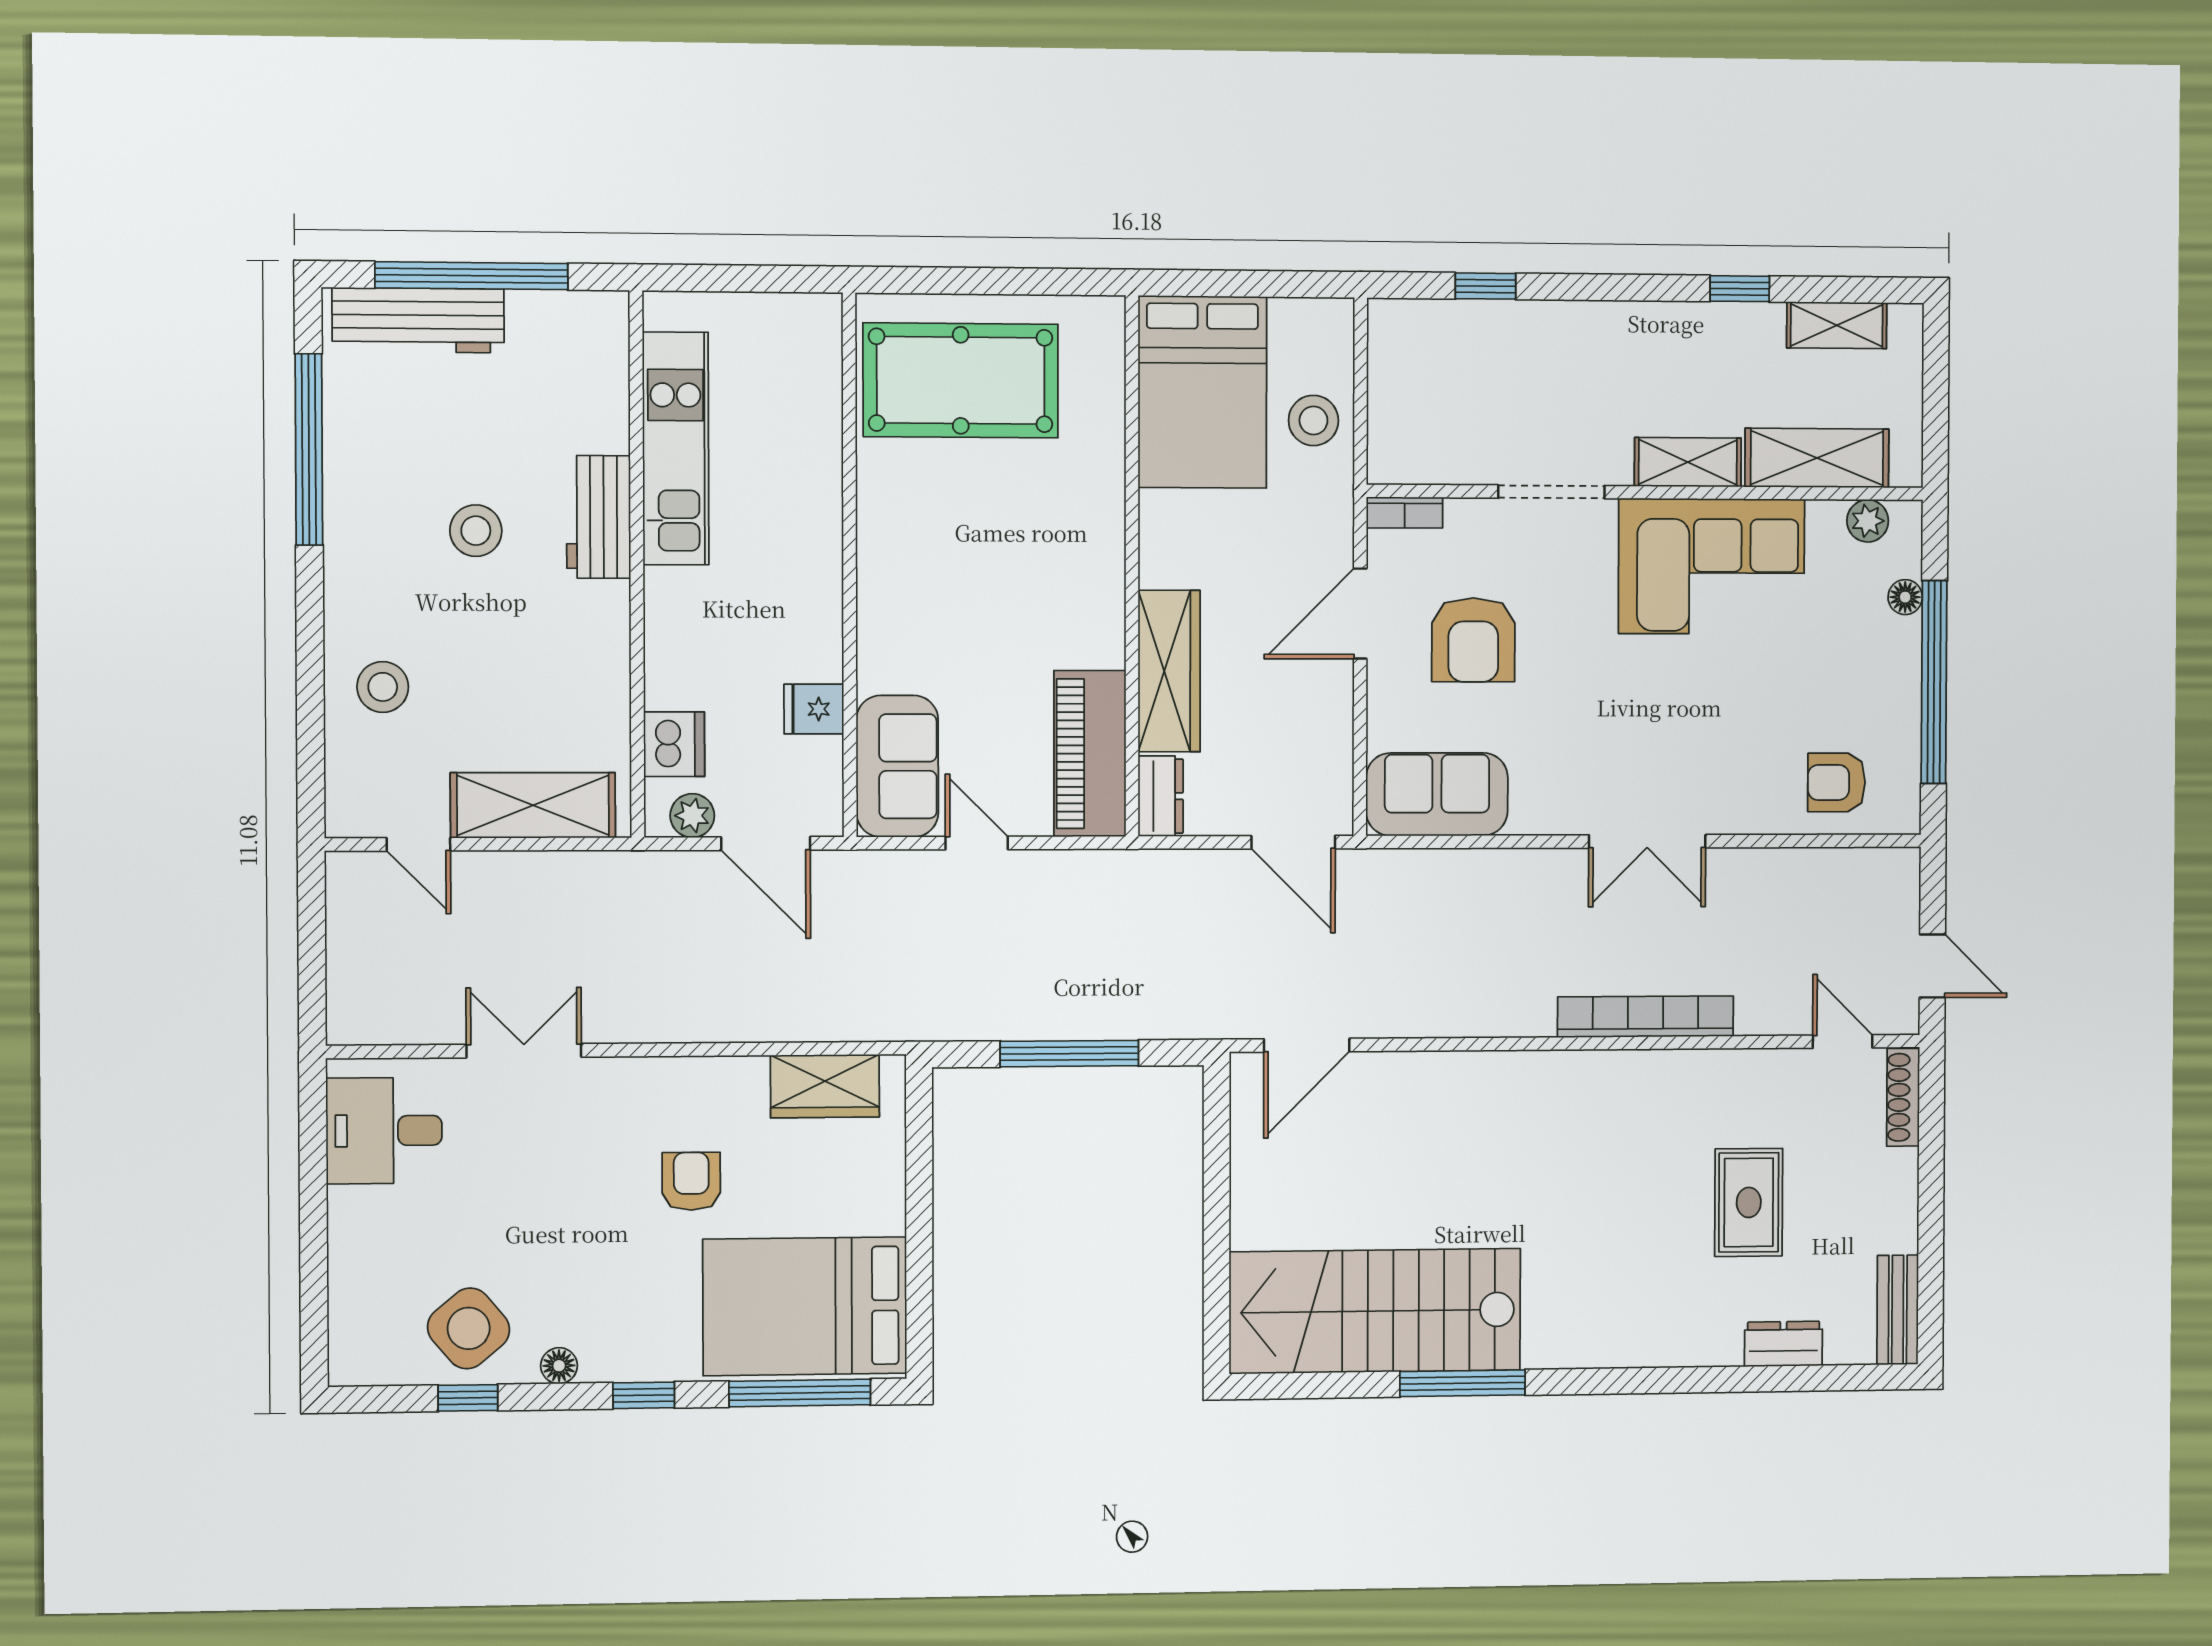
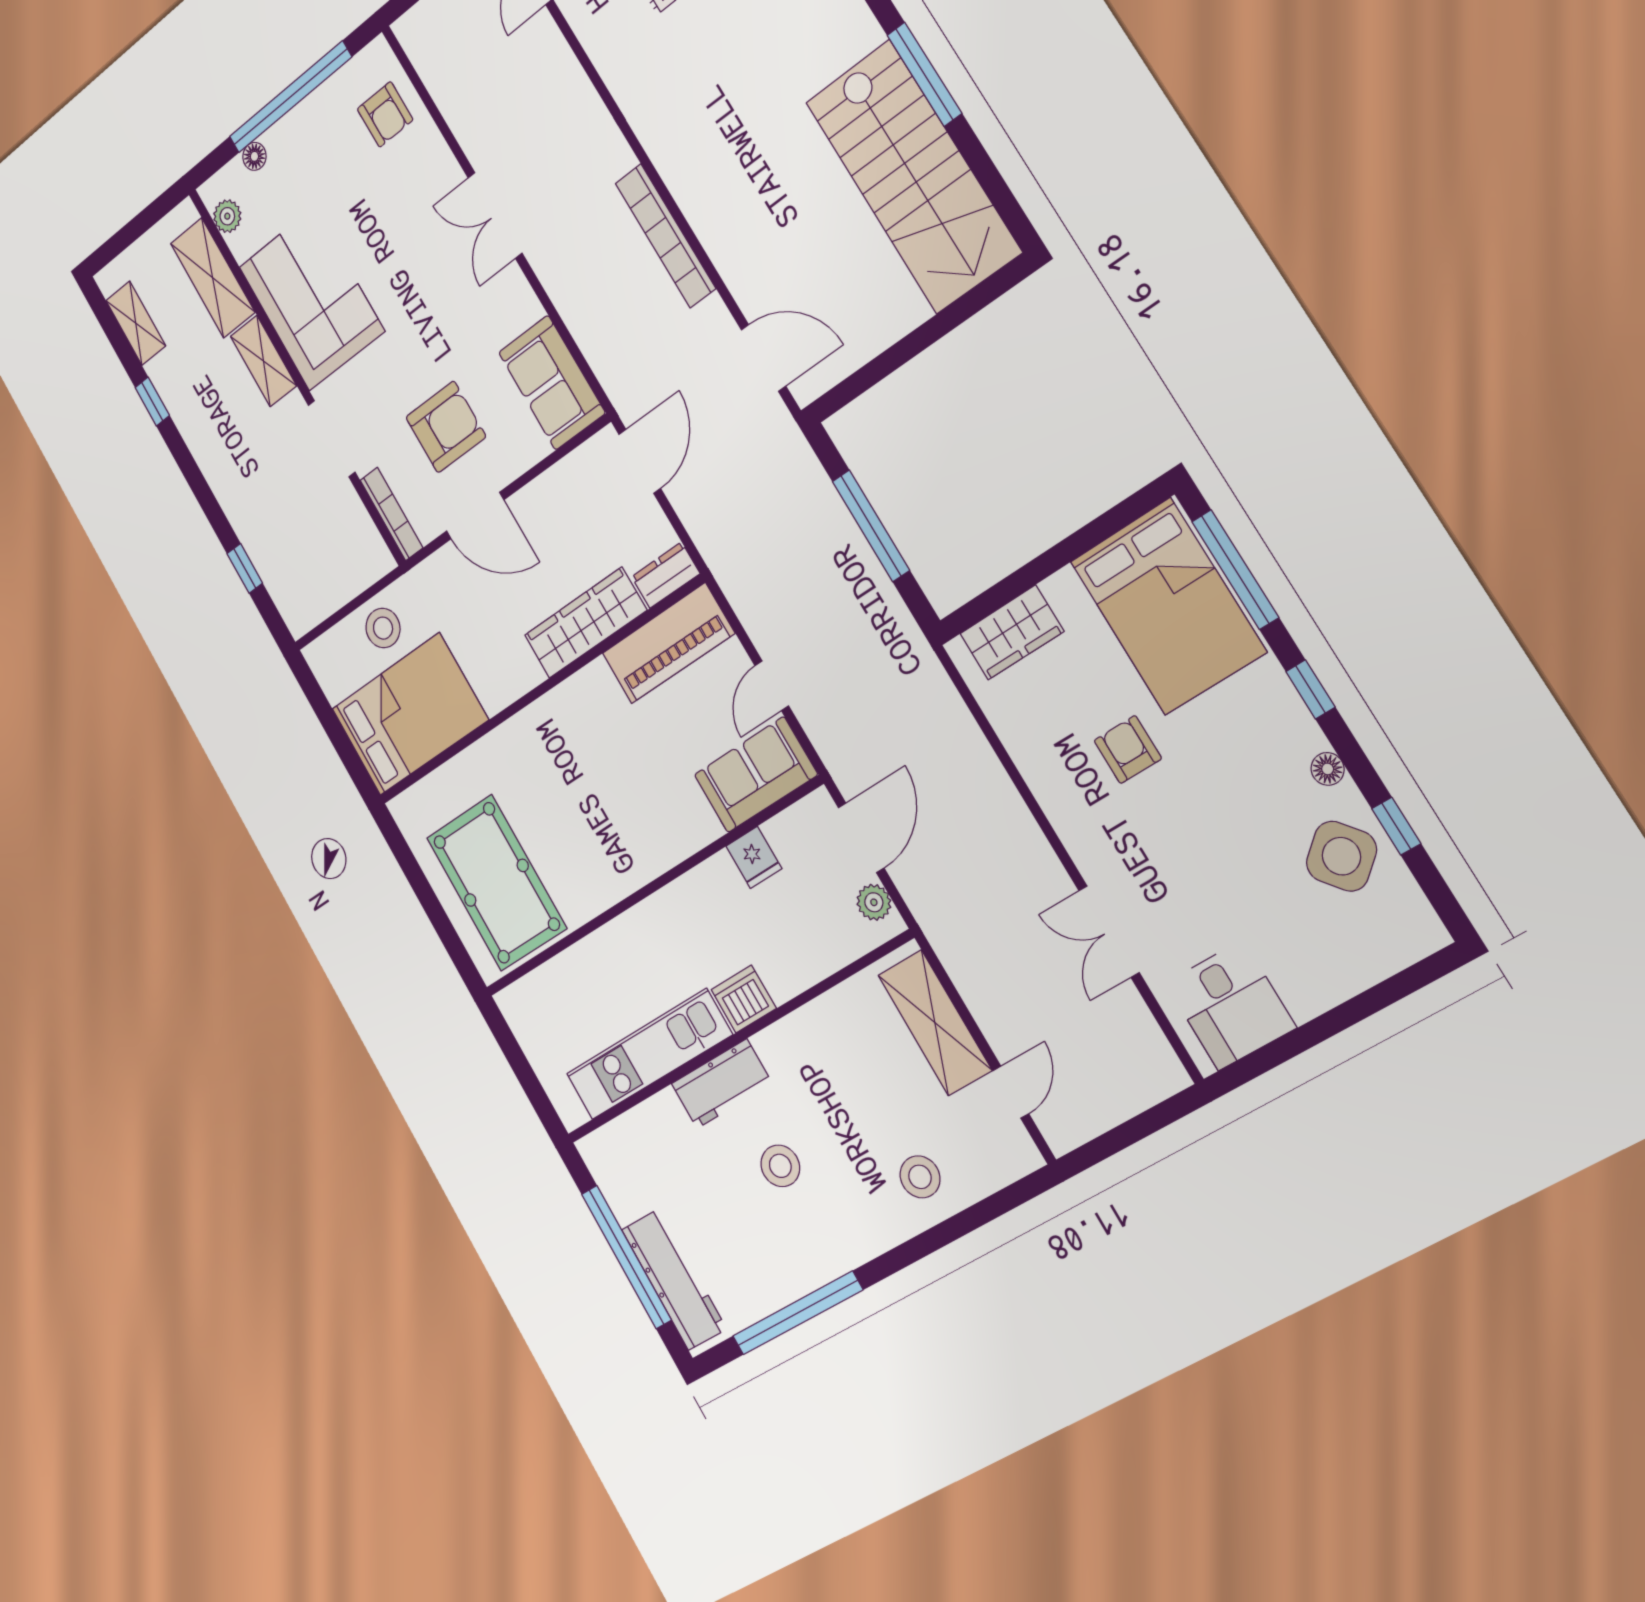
bookcase: (1405, 513) -> (392, 514), width x1.56
dishwasher: (674, 744) -> (744, 999), moved
double door: (1647, 841) -> (495, 215), swing flipped
bookcase: (1646, 1017) -> (665, 236), moved
wardrobe: (825, 1086) -> (1012, 632), moved, turned 90
armchair: (691, 1181) -> (1128, 750), turned 90

